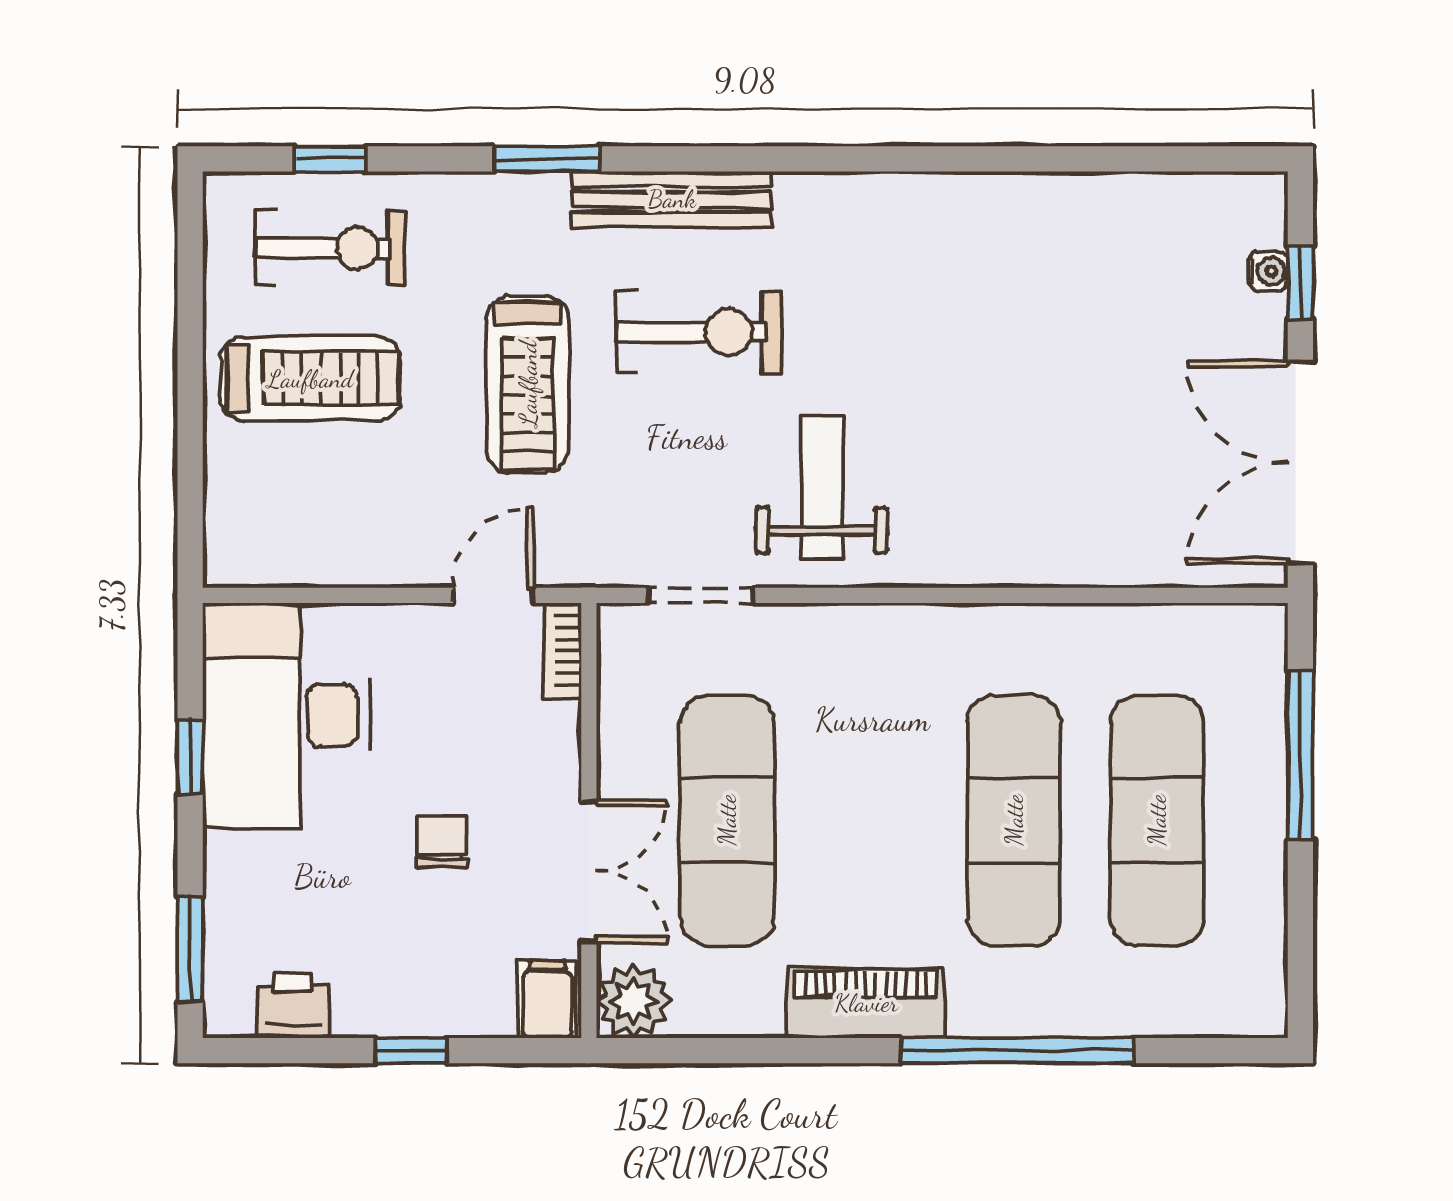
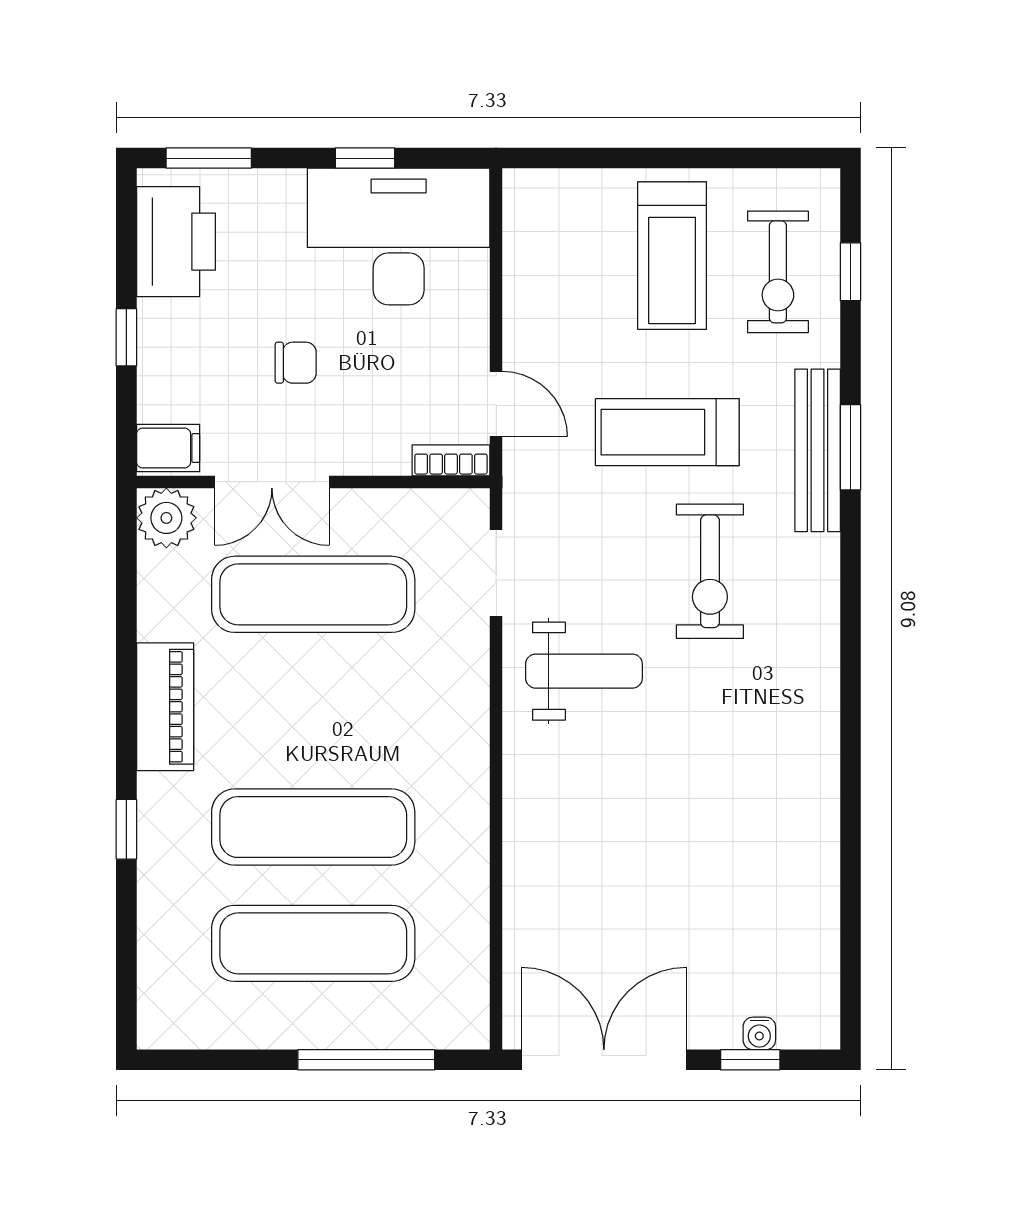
bench: (672, 199) -> (818, 450), moved
printer: (293, 1005) -> (176, 242), width x1.87, depth x1.48
window: (1017, 1051) -> (126, 829), width x0.32

